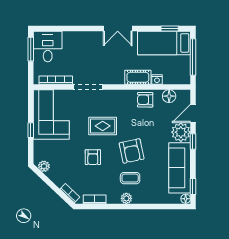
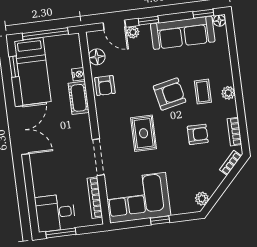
double door: (118, 28) -> (22, 130), width x1.37
plant: (181, 132) -> (133, 32), width x0.53, depth x0.53
armchair: (93, 157) -> (198, 134), moved

